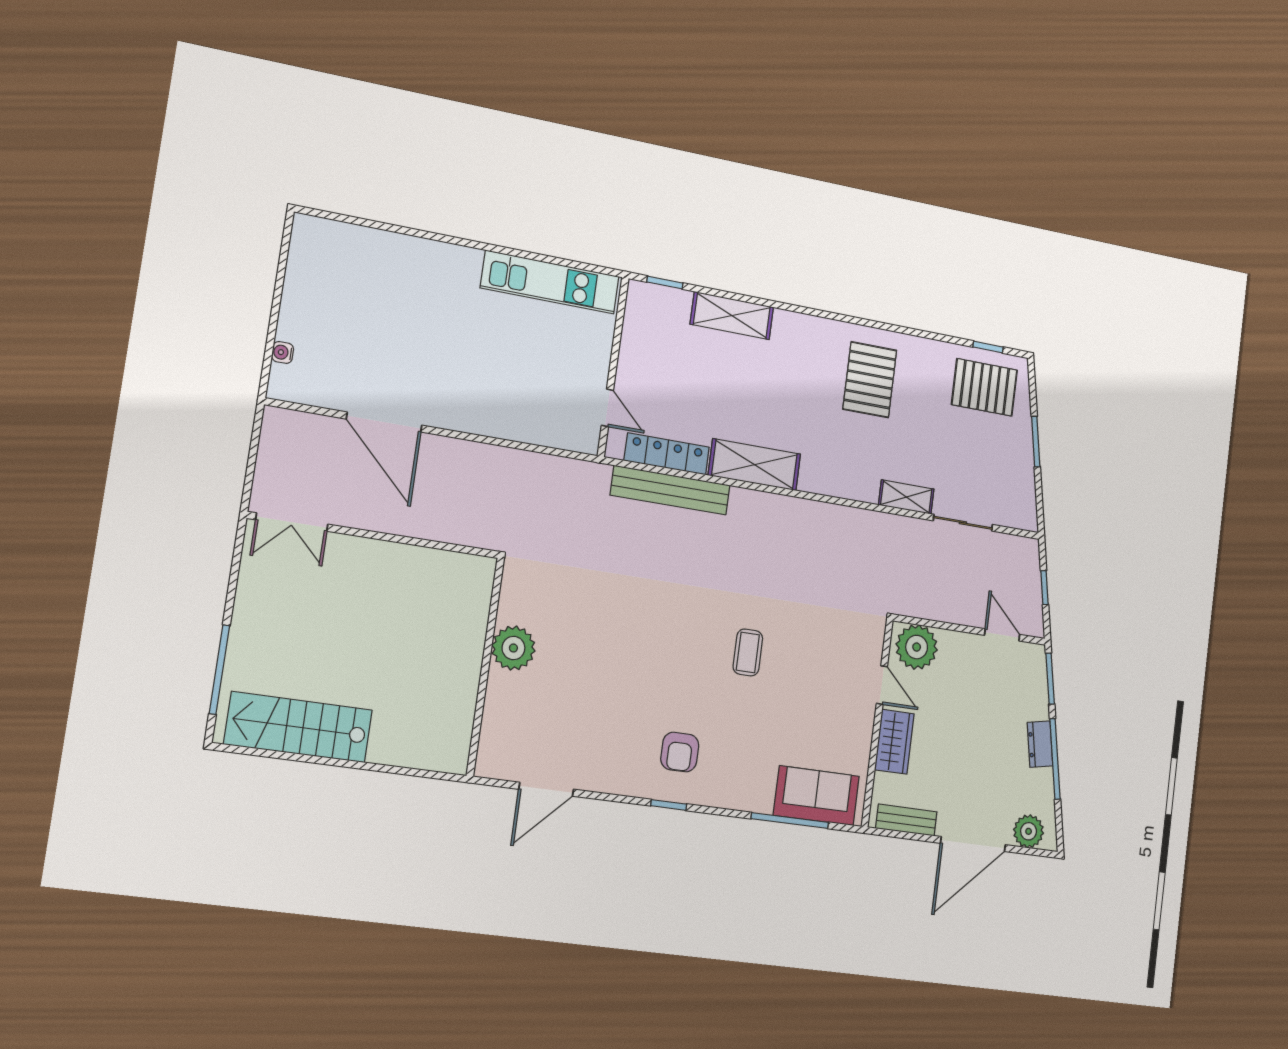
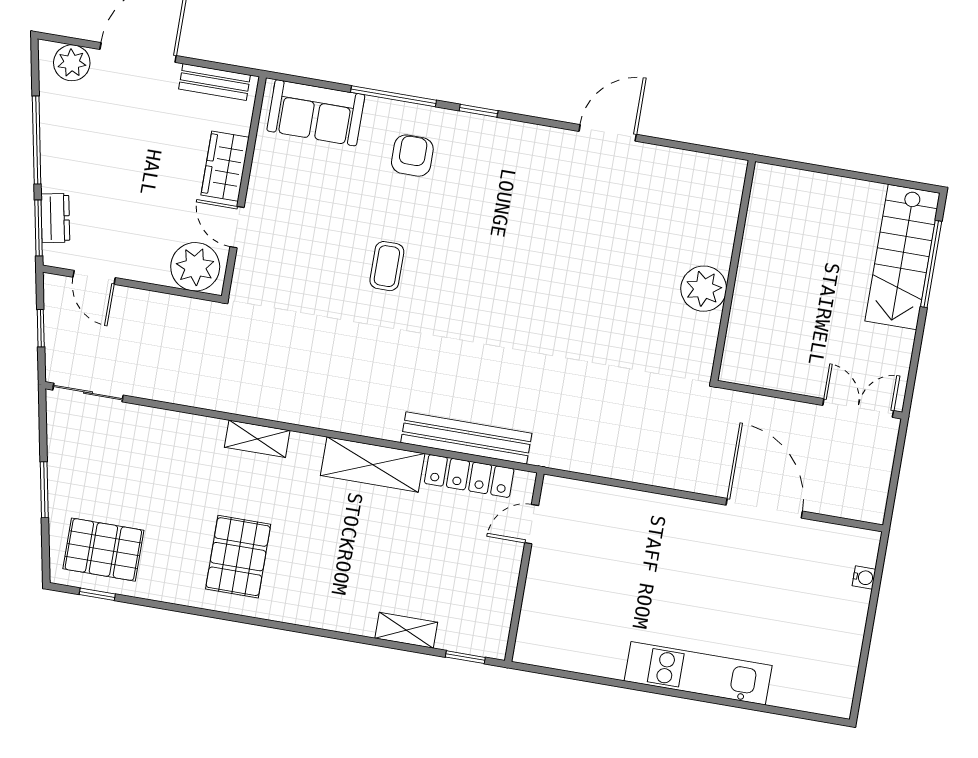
kitchen unit: (550, 282) -> (698, 673), moved
shelving: (732, 316) -> (406, 630), width x0.67, depth x0.75
door: (607, 408) -> (532, 524), hinge flipped
shelving: (906, 497) -> (257, 439), moved
sliding door: (963, 523) -> (88, 393), moved
plant: (513, 648) -> (704, 289), moved
wall: (485, 667) -> (733, 270), moved
stairs: (298, 727) -> (902, 257), moved, turned 90
dresser: (1040, 744) -> (55, 218), moved
armchair: (680, 752) -> (412, 156), moved
window: (790, 820) -> (393, 96), moved

